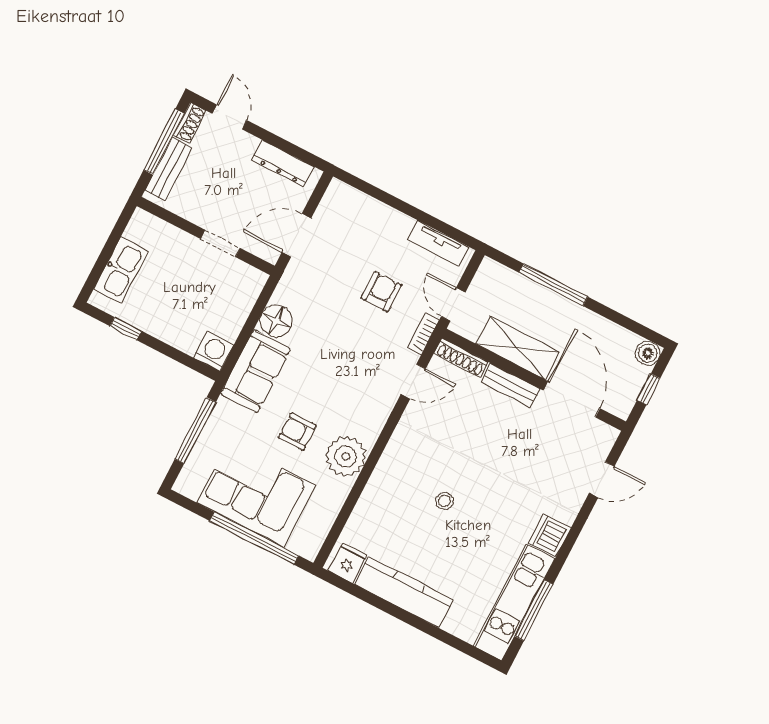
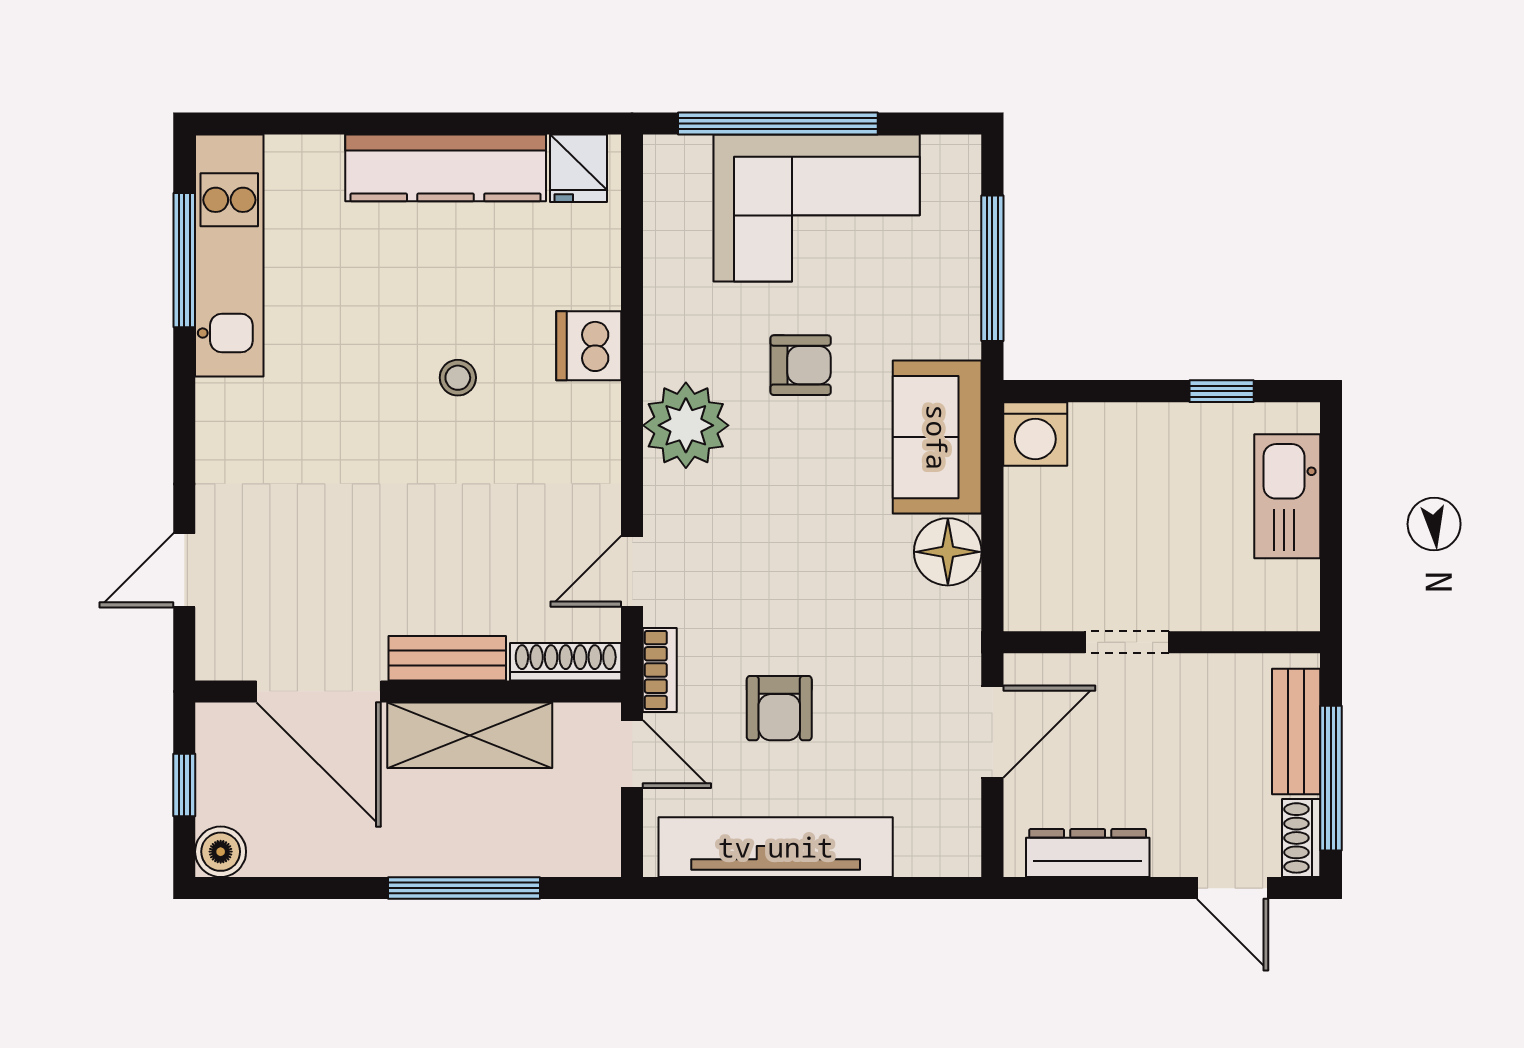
tv unit: (438, 243) -> (776, 847), width x1.92, depth x1.29
plant: (346, 456) -> (686, 425), moved
dishwasher: (550, 535) -> (589, 346), moved, turned 180

